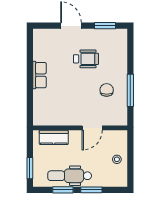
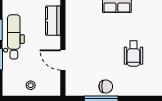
chair: (107, 90) -> (106, 86), moved

